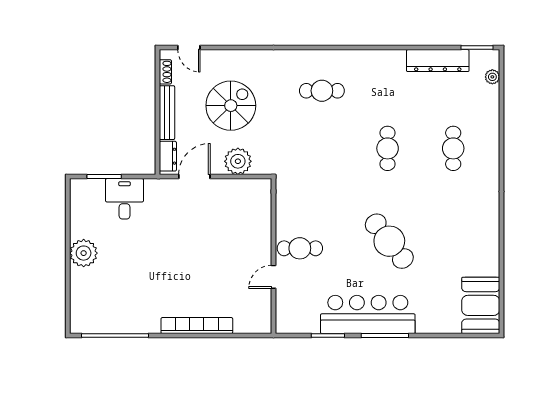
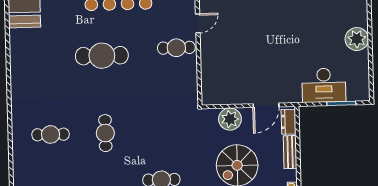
bench: (167, 113) -> (290, 152), width x0.73
cafe table: (453, 148) -> (51, 134), turned 90
desk: (124, 199) -> (324, 85), width x1.37
cafe table: (389, 241) -> (102, 56), turned -52

